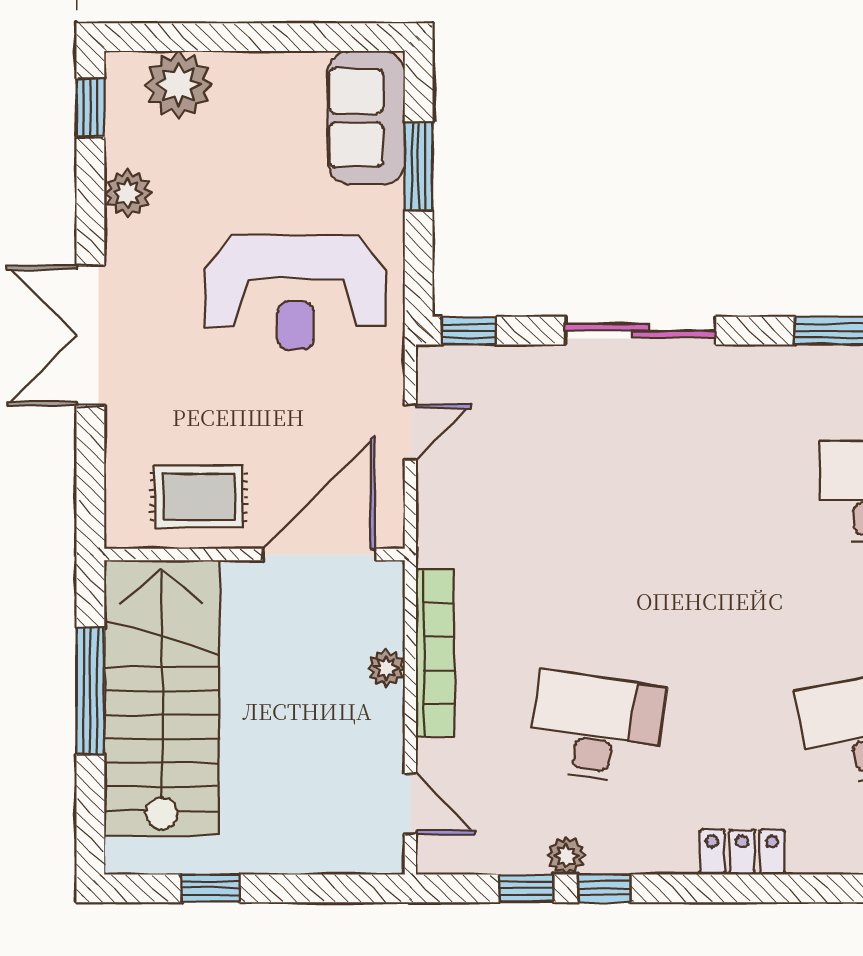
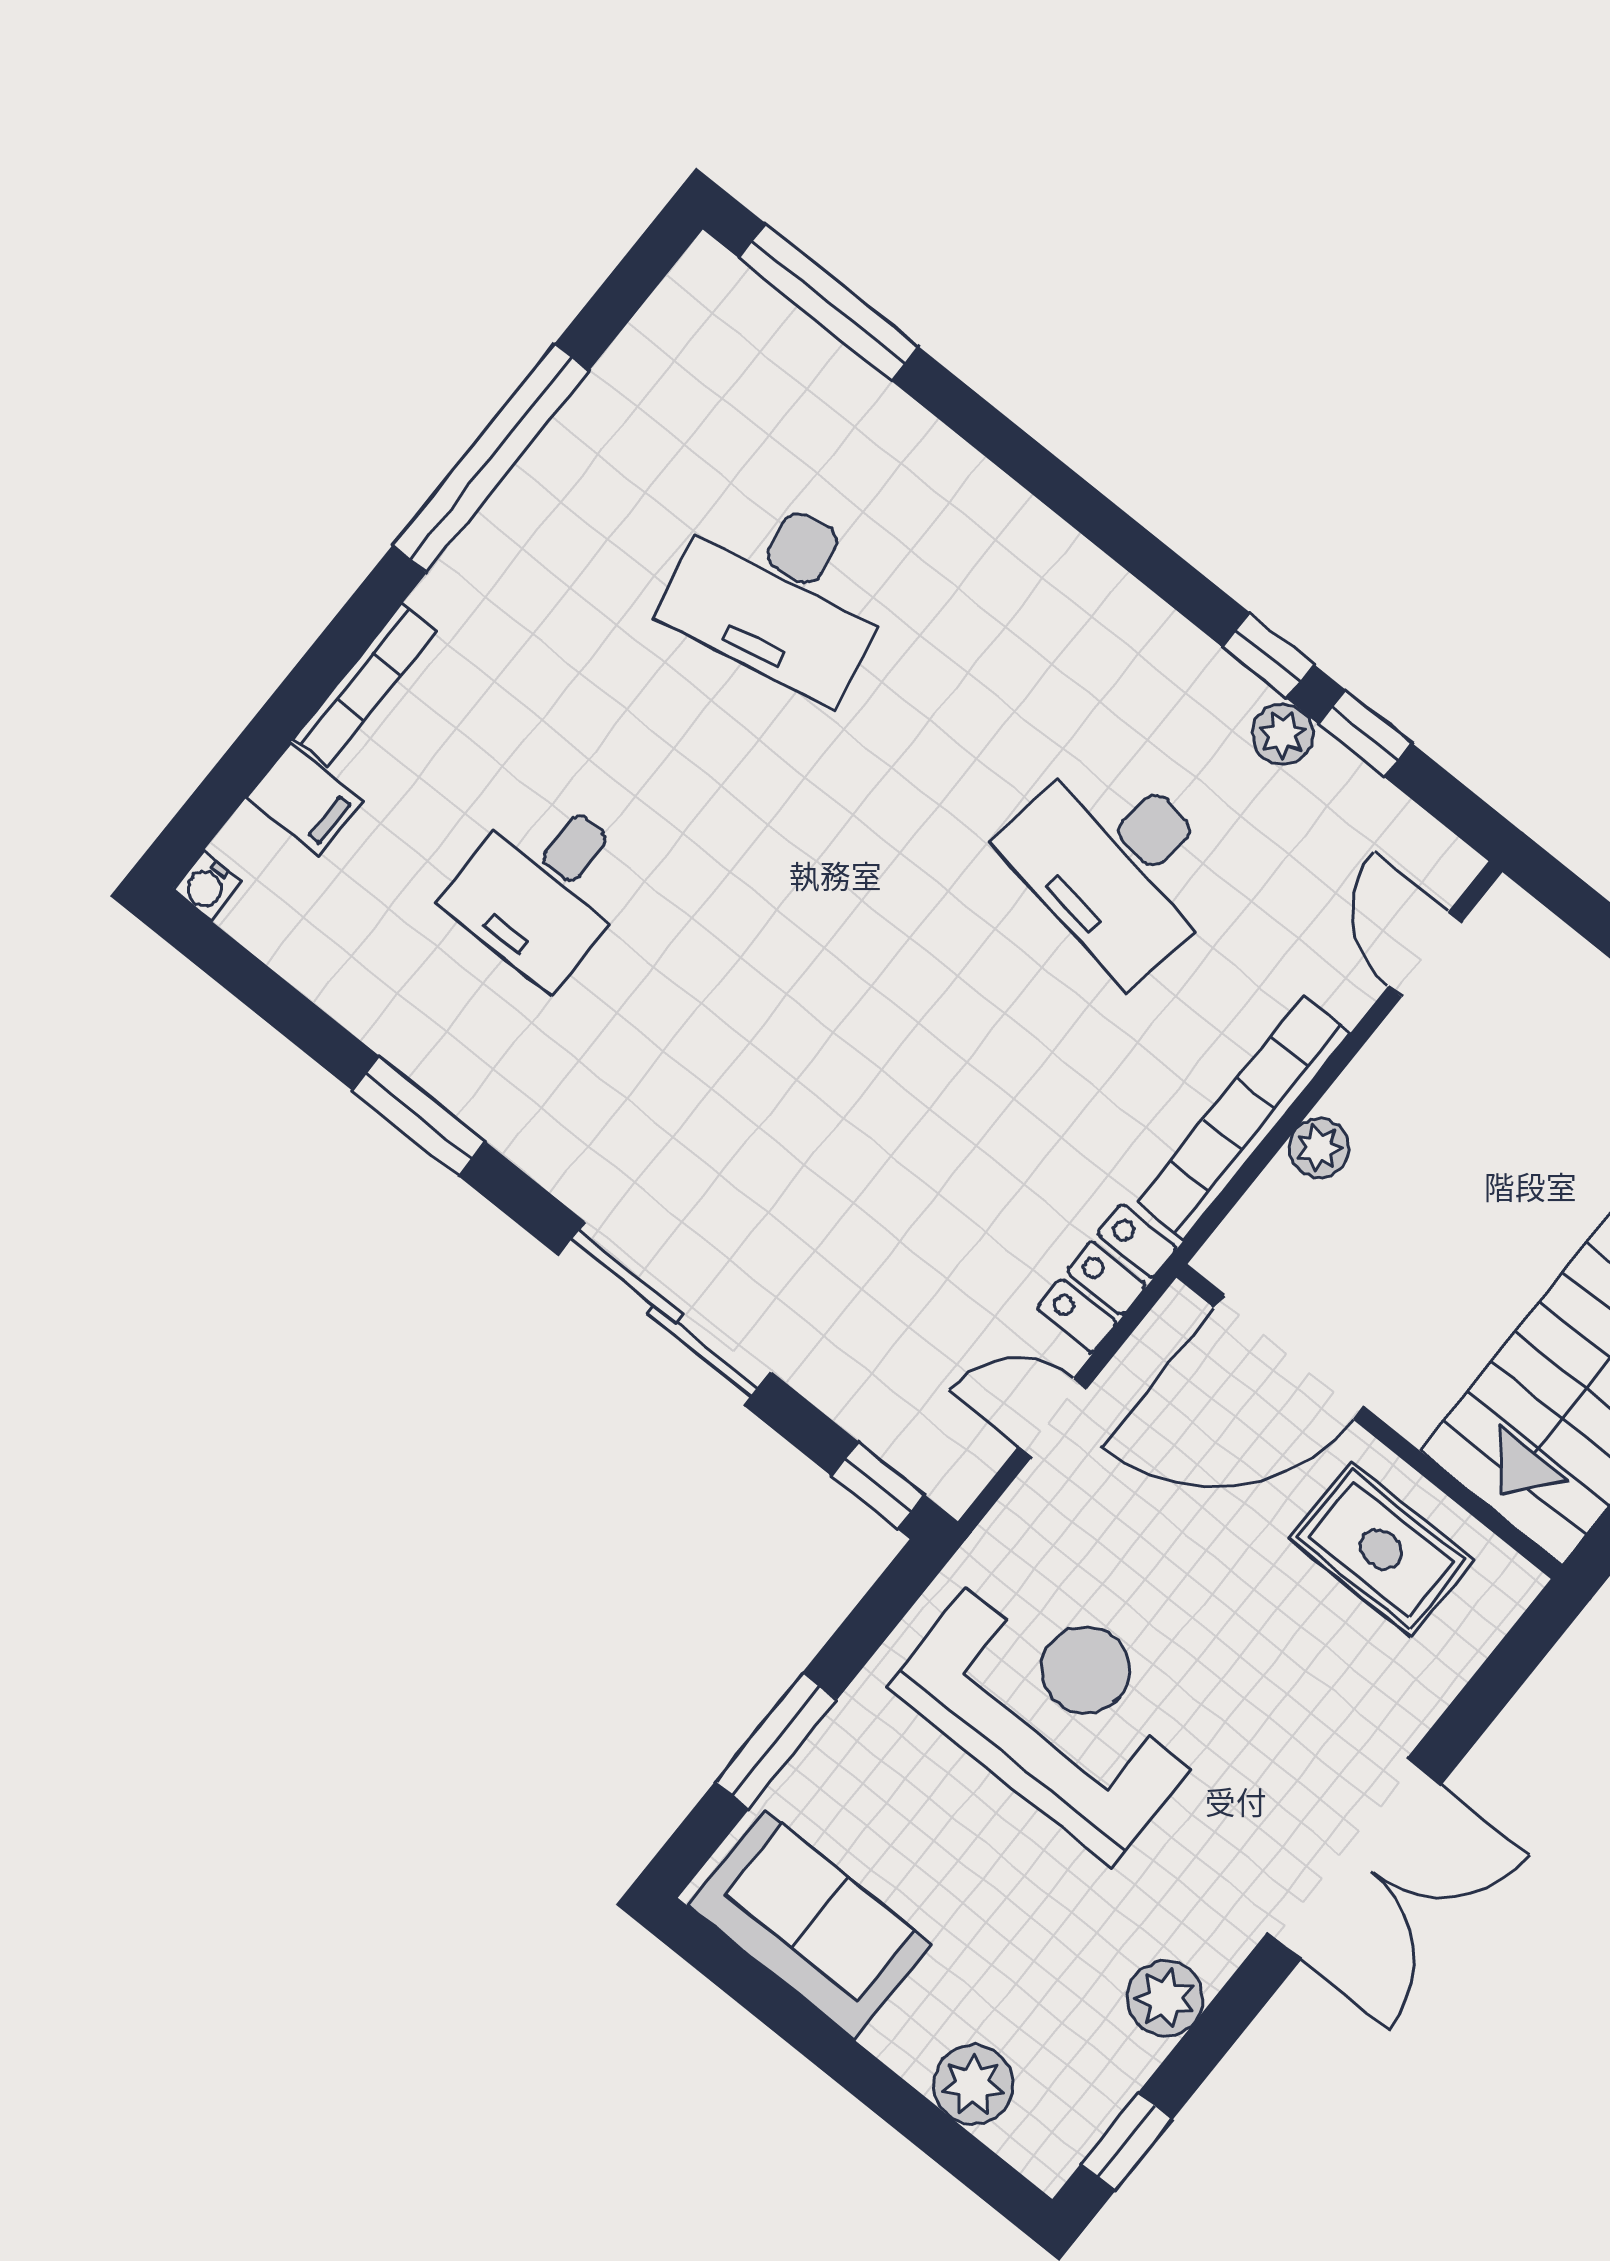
plant: (179, 85) -> (973, 2085), width x0.73, depth x0.73
sofa: (366, 118) -> (810, 1925), moved, turned -90
locker: (742, 852) -> (1107, 1278), moved, turned 90

